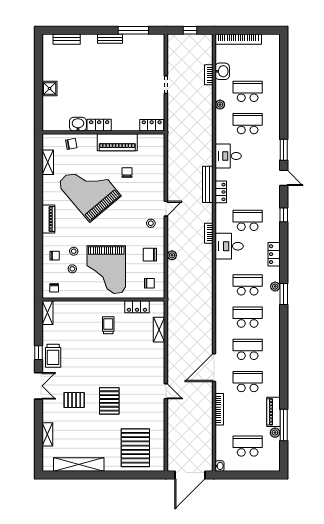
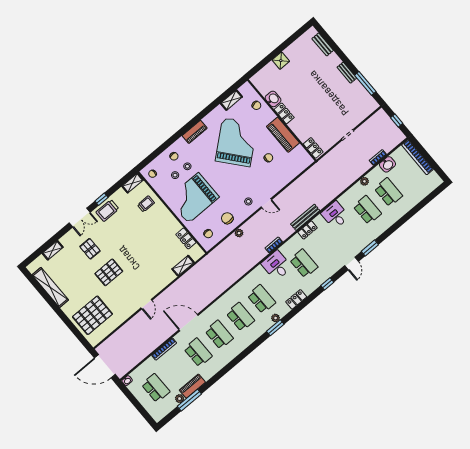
trolley: (108, 325) -> (146, 204), moved

